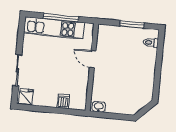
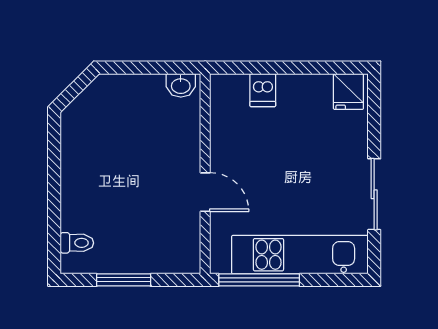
window: (61, 18) -> (259, 280), moved
sliding door: (17, 70) -> (374, 194), moved

